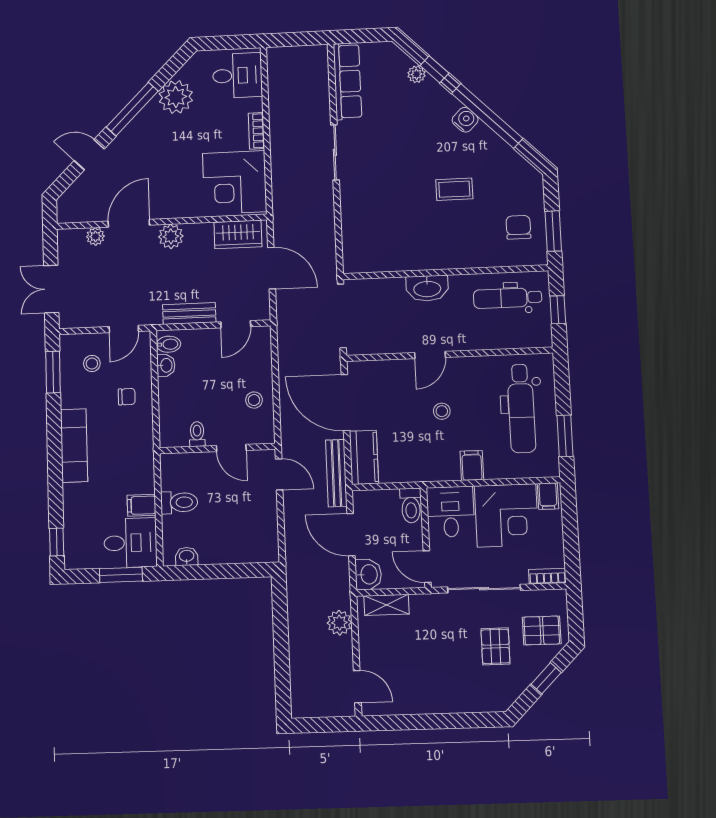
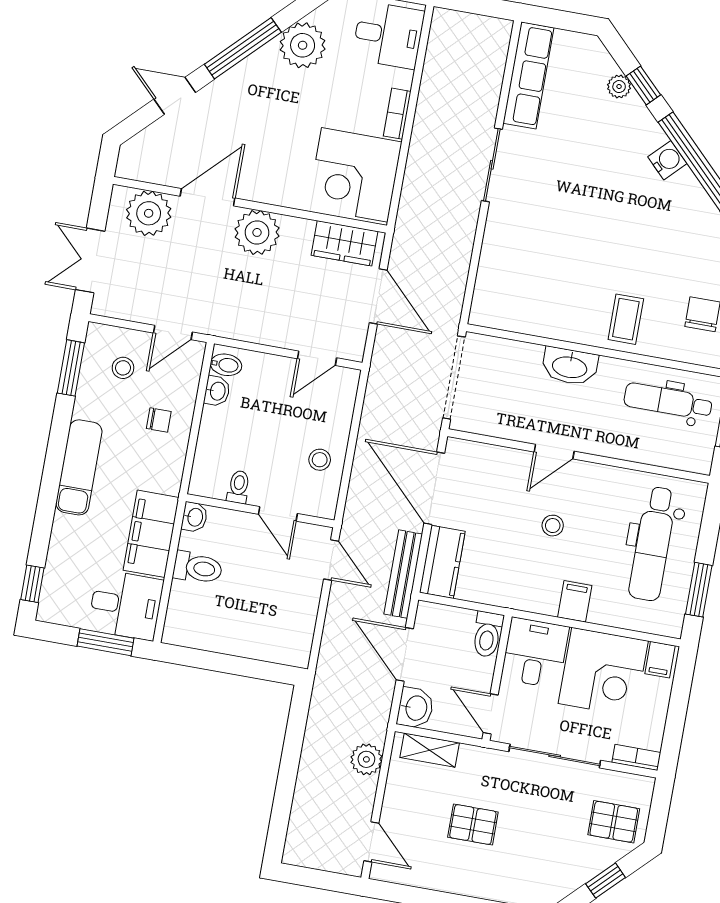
coffee table: (454, 189) -> (626, 319), moved, turned 90
plant: (95, 236) -> (149, 213), width x1.87, depth x1.87
plant: (171, 236) -> (257, 232), width x1.36, depth x1.36
bench: (189, 313) -> (261, 331), removed
filing cabinet: (142, 505) -> (151, 534), width x3.00, depth x1.17
washbasin: (187, 556) -> (195, 517), moved, turned 90
pallet: (495, 646) -> (473, 825), moved, turned 90

